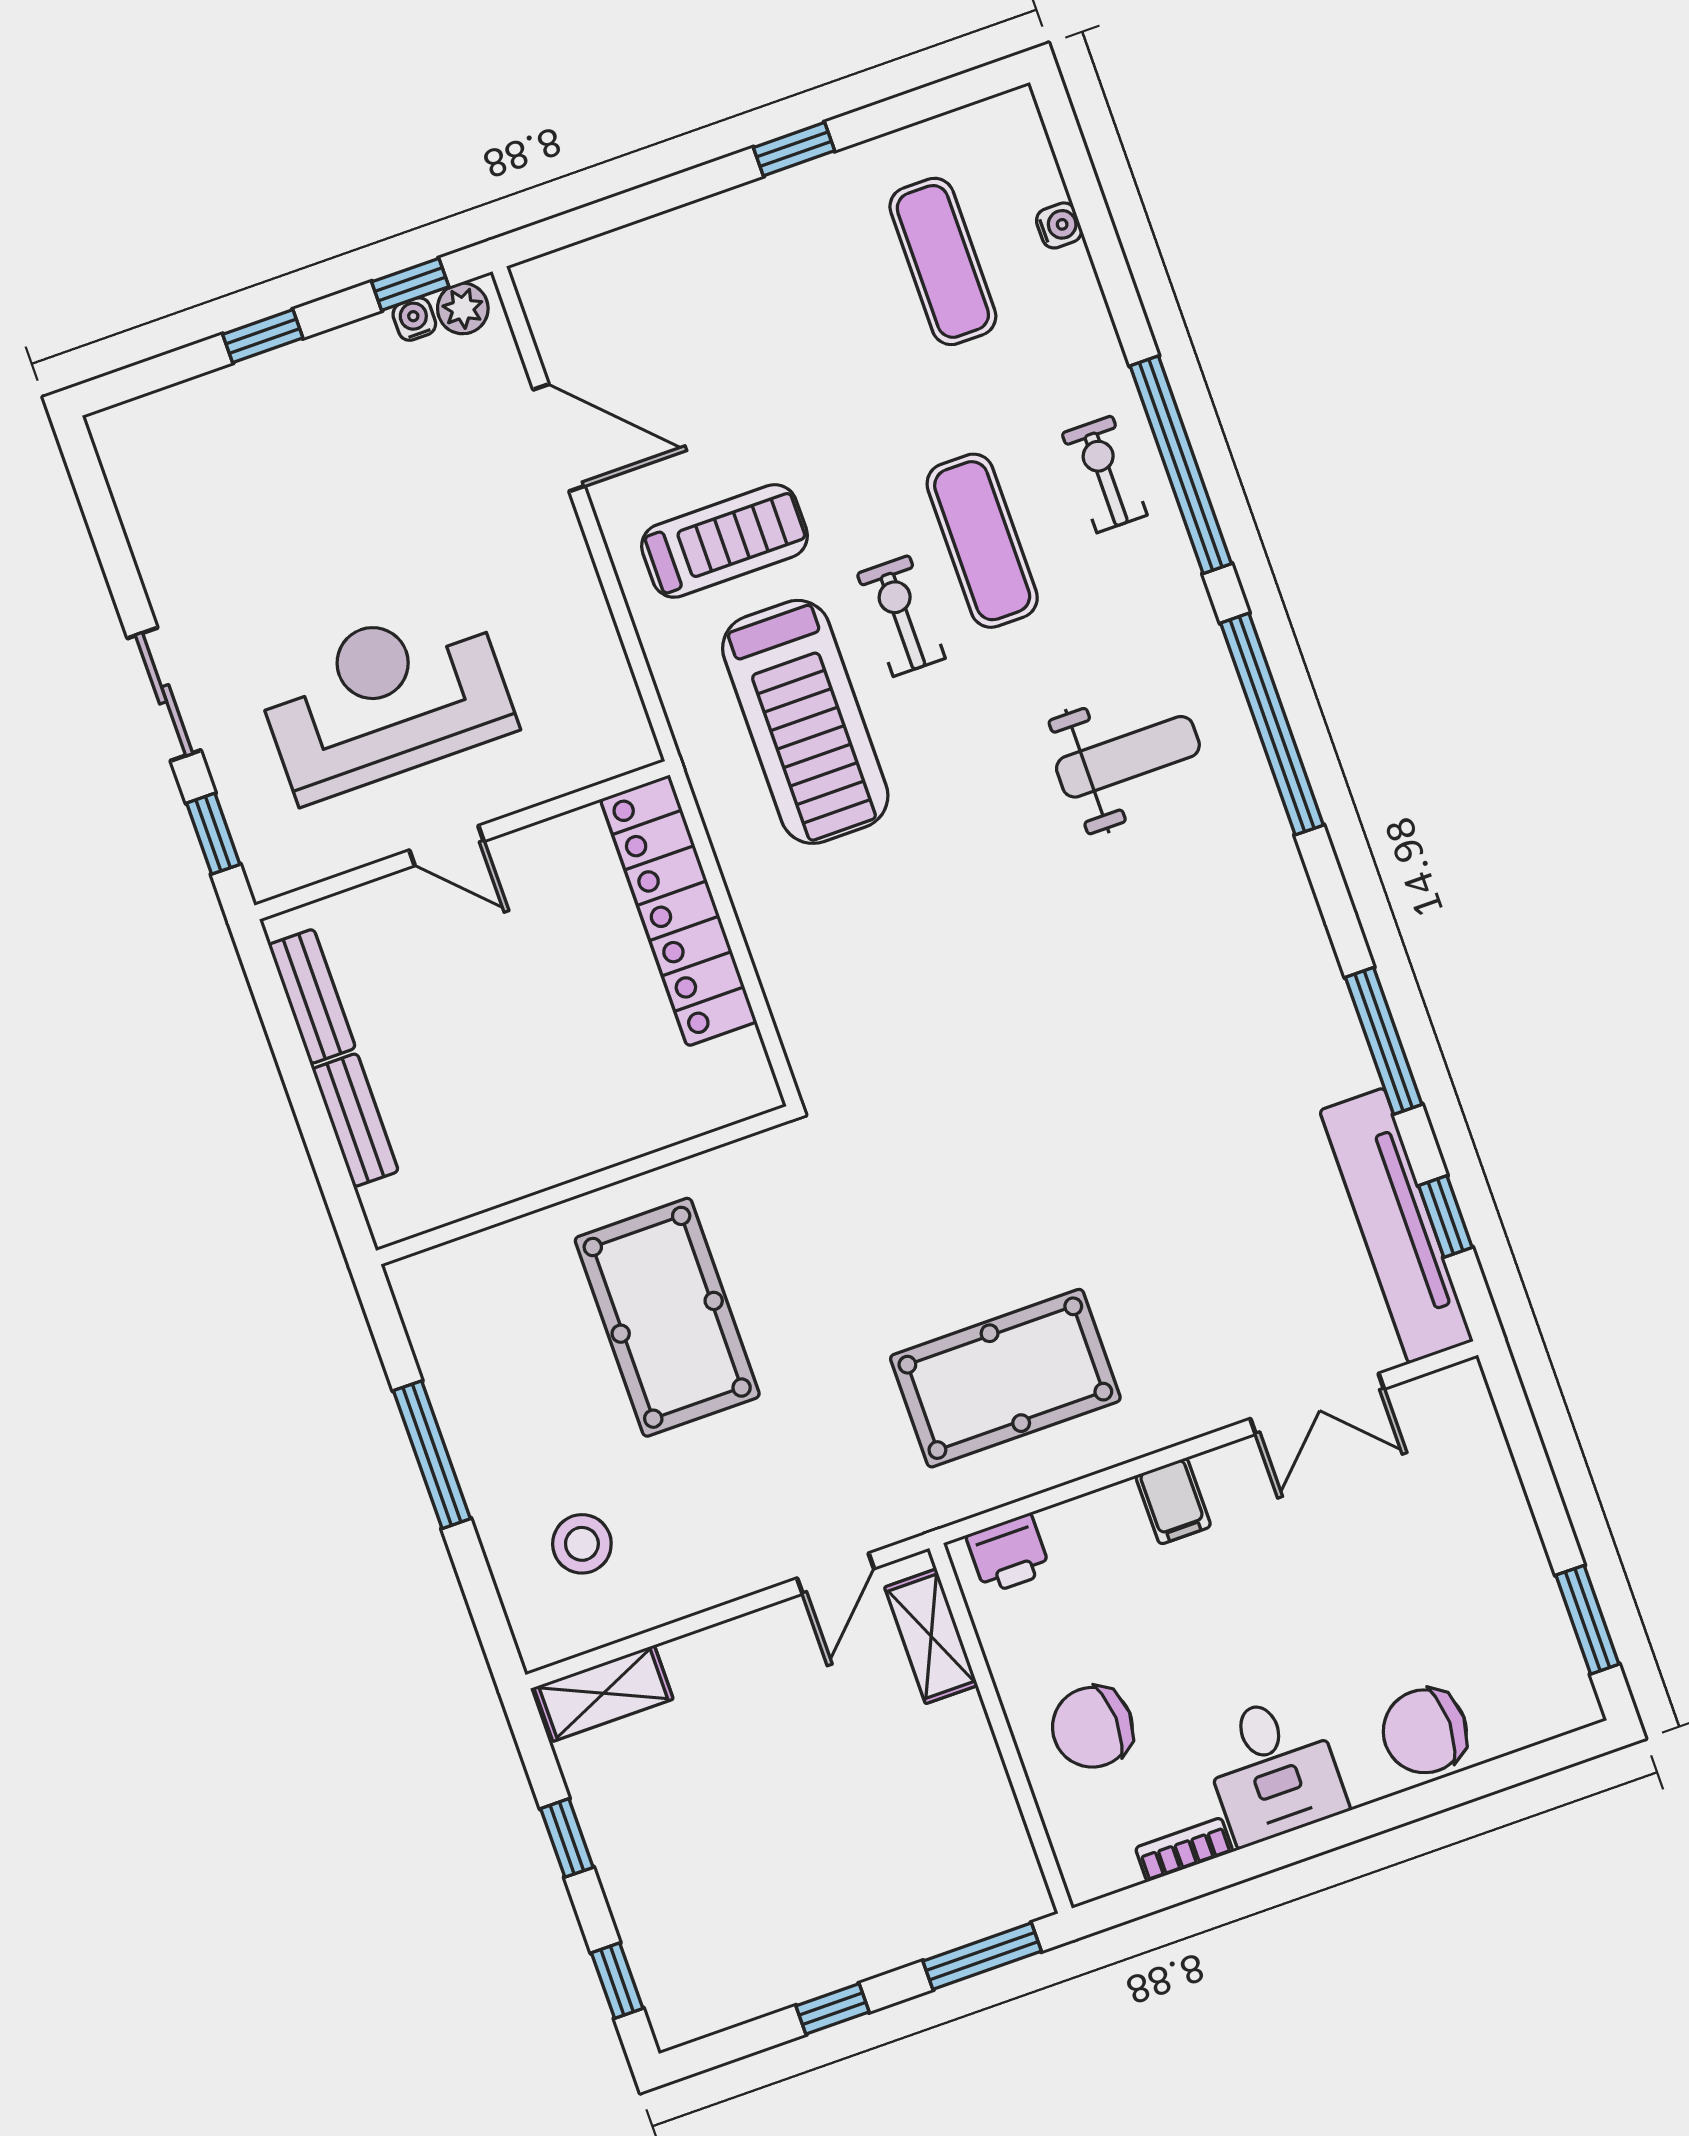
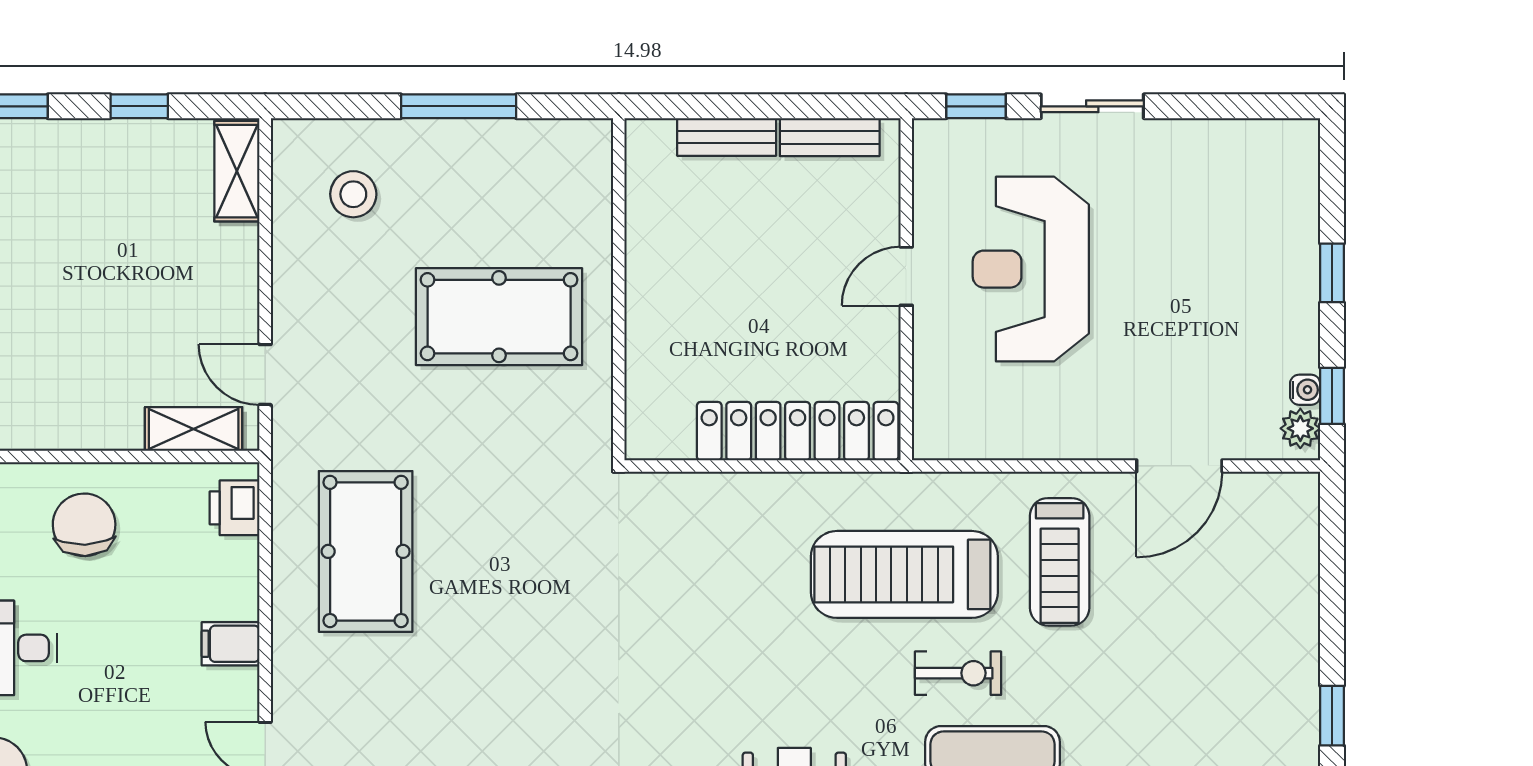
reception desk: (385, 699) -> (1031, 269), turned 180

